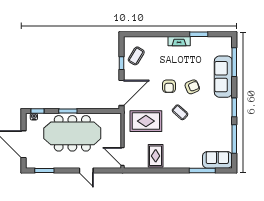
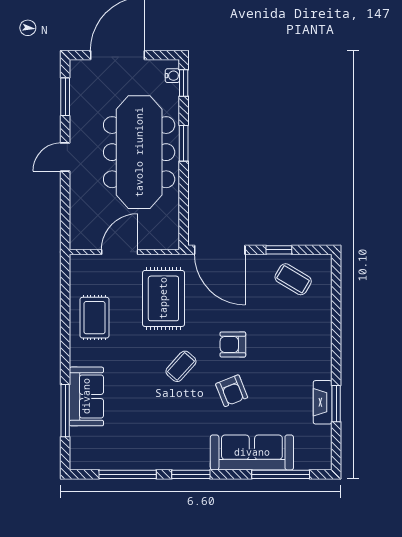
fireplace: (179, 41) -> (323, 402), moved
rug: (156, 156) -> (94, 318), turned 90
door: (123, 157) -> (120, 252), moved
sofa: (217, 160) -> (86, 396), moved
door: (86, 171) -> (65, 157), moved

